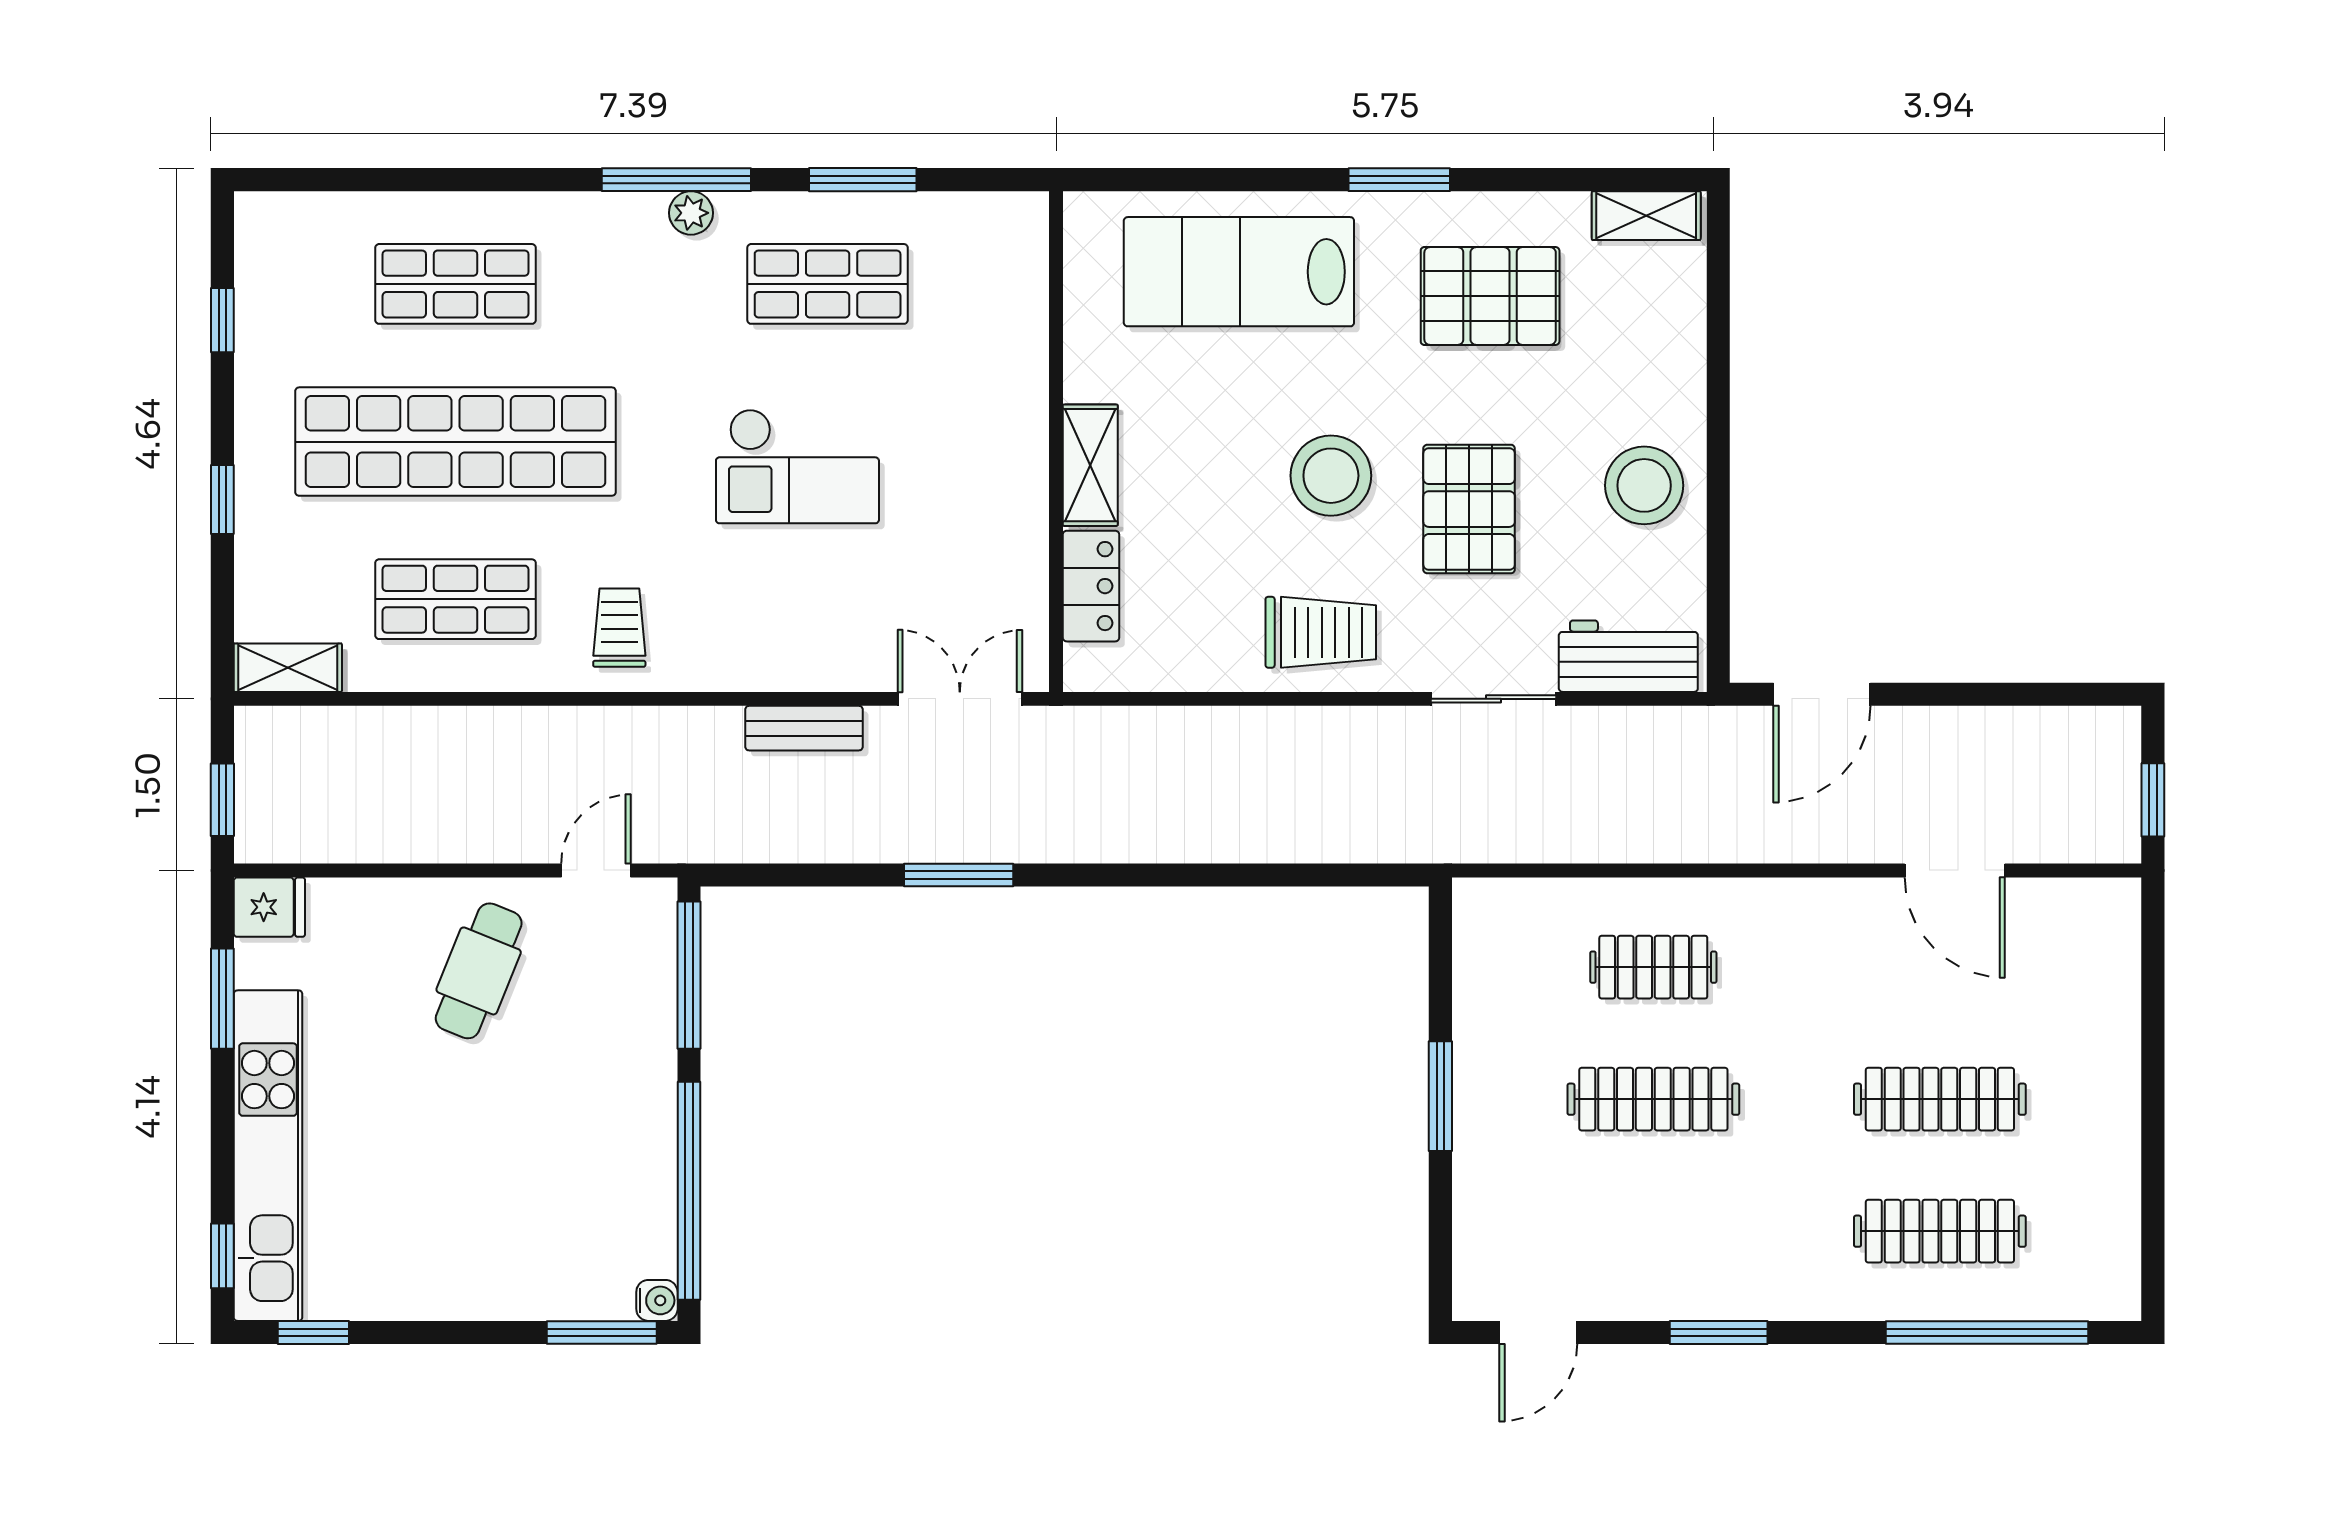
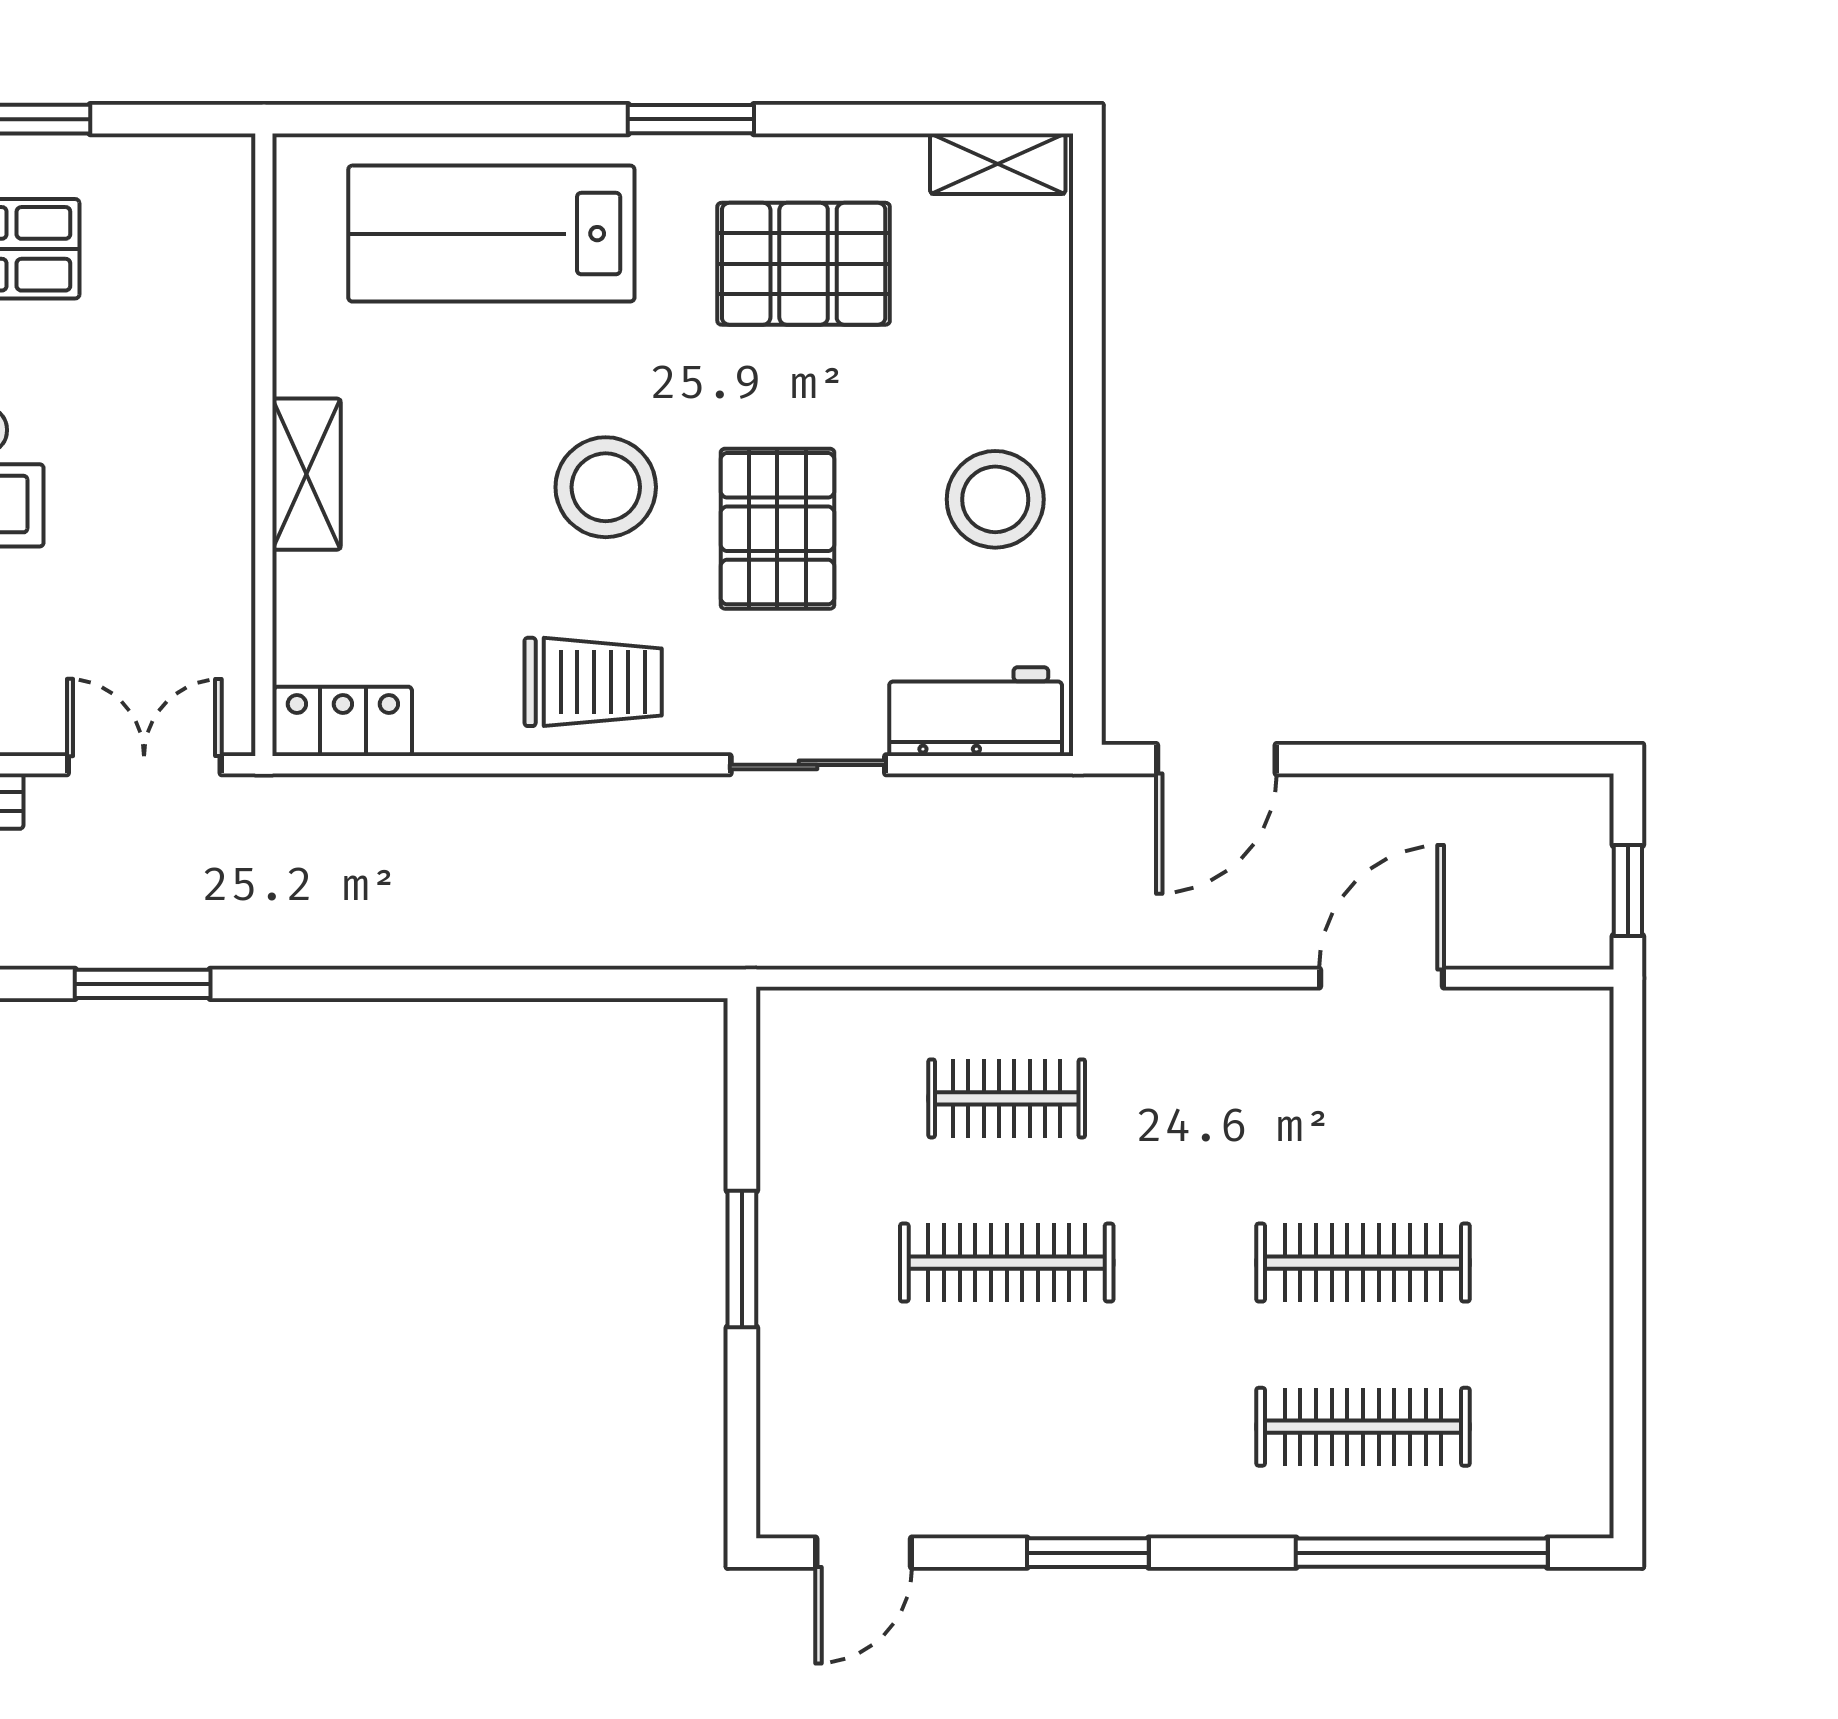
locker: (1091, 586) -> (343, 721), moved, turned -90
door: (1955, 870) -> (1381, 978), swing flipped

